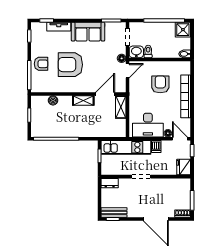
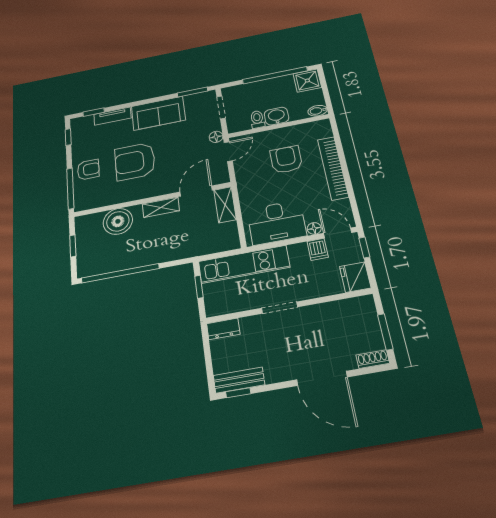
washbasin: (136, 52) -> (276, 116), moved
boiler: (53, 100) -> (118, 221), width x1.86, depth x1.86
dishwasher: (156, 146) -> (318, 249), moved

